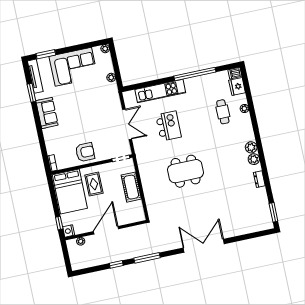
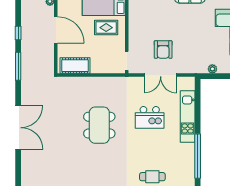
armchair: (85, 152) -> (163, 50), moved
cot: (131, 187) -> (75, 66), moved

